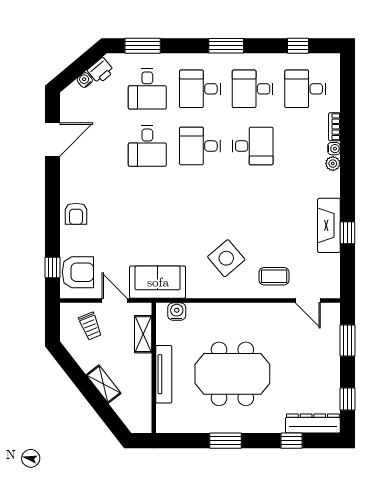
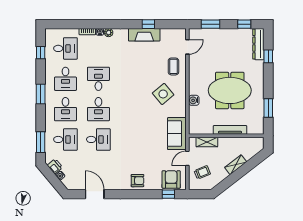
desk: (305, 89) -> (65, 48), turned -90
water cooler: (177, 312) -> (194, 100), moved
meeting table: (232, 374) -> (230, 90), turned 90
window: (226, 441) -> (268, 108), moved

